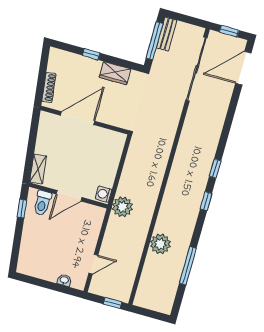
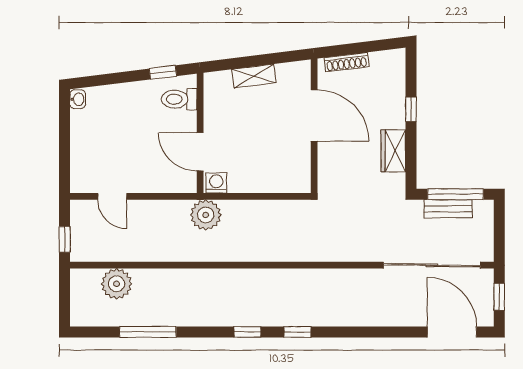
bench: (167, 34) -> (448, 209), moved
shelving: (38, 169) -> (254, 76), moved
door: (69, 196) -> (200, 152), moved
plant: (160, 244) -> (117, 284), moved
washbasin: (64, 280) -> (78, 99), moved

